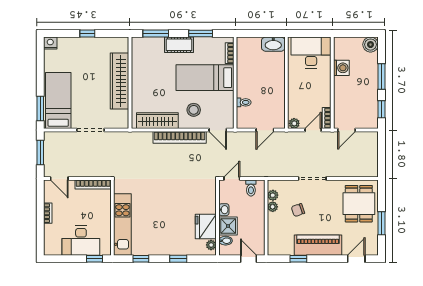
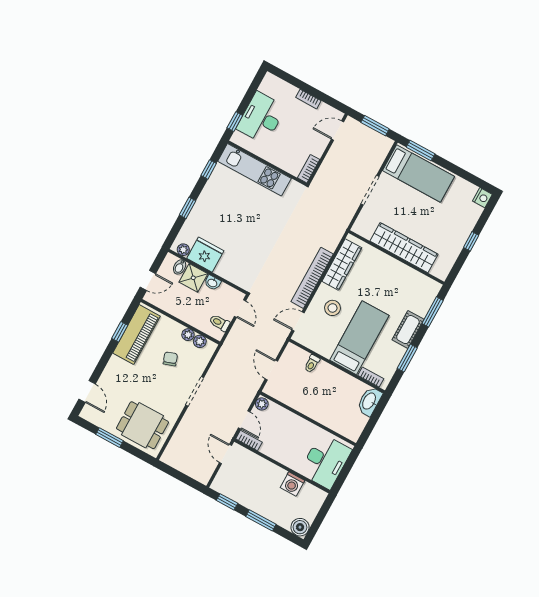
washbasin: (273, 44) -> (369, 401), moved
bookcase: (93, 185) -> (309, 169), width x0.64
piano: (318, 245) -> (136, 335), moved

